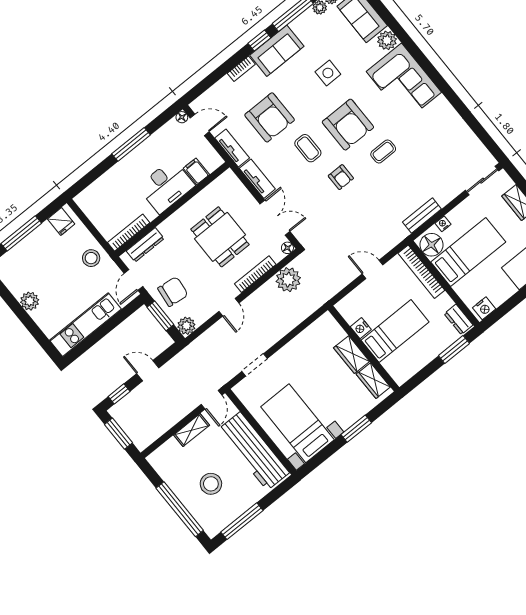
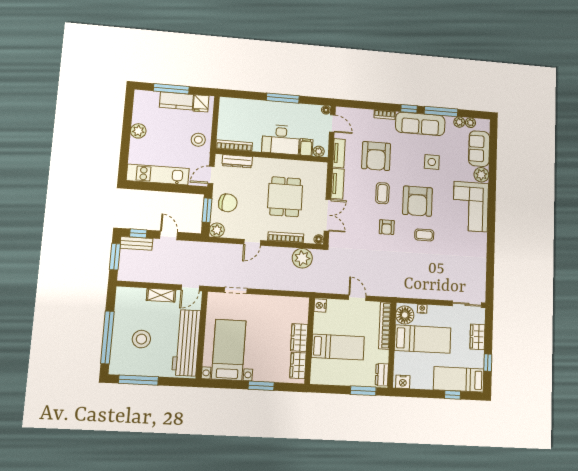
sofa: (277, 51) -> (420, 124), width x1.36
plant: (212, 164) -> (319, 151), added
bench: (422, 216) -> (136, 243), moved
kitchen counter: (37, 240) -> (176, 101), added
nightstand: (361, 328) -> (320, 305), moved

